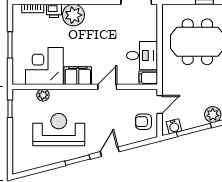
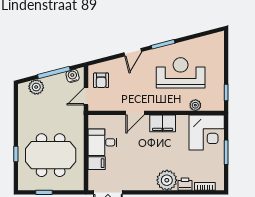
corner desk: (44, 66) -> (207, 132), moved
filing cabinet: (148, 78) -> (97, 163), moved
armchair: (143, 122) -> (101, 80), turned 90
reception desk: (59, 130) -> (181, 73), turned 180

